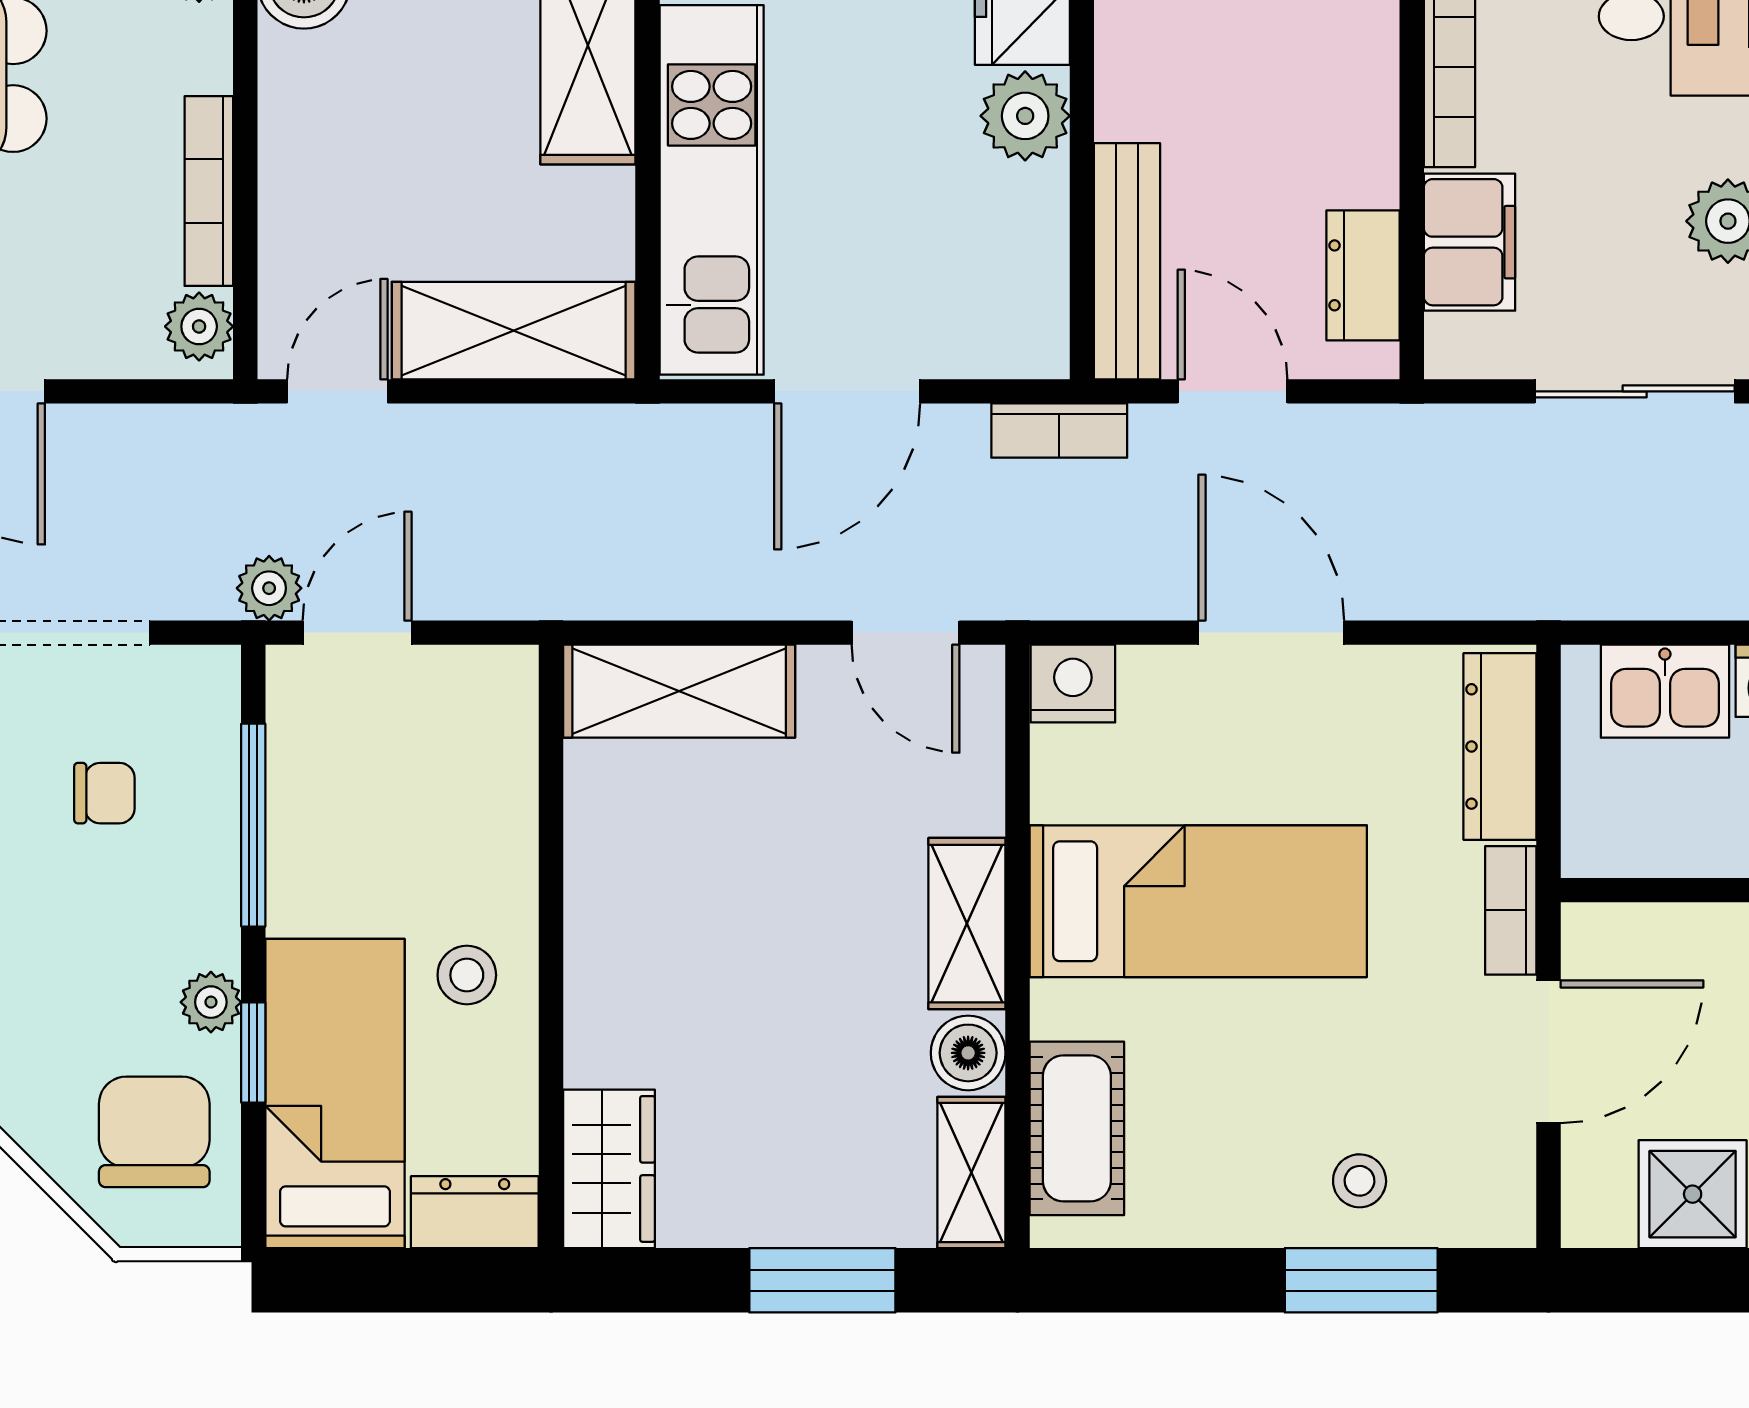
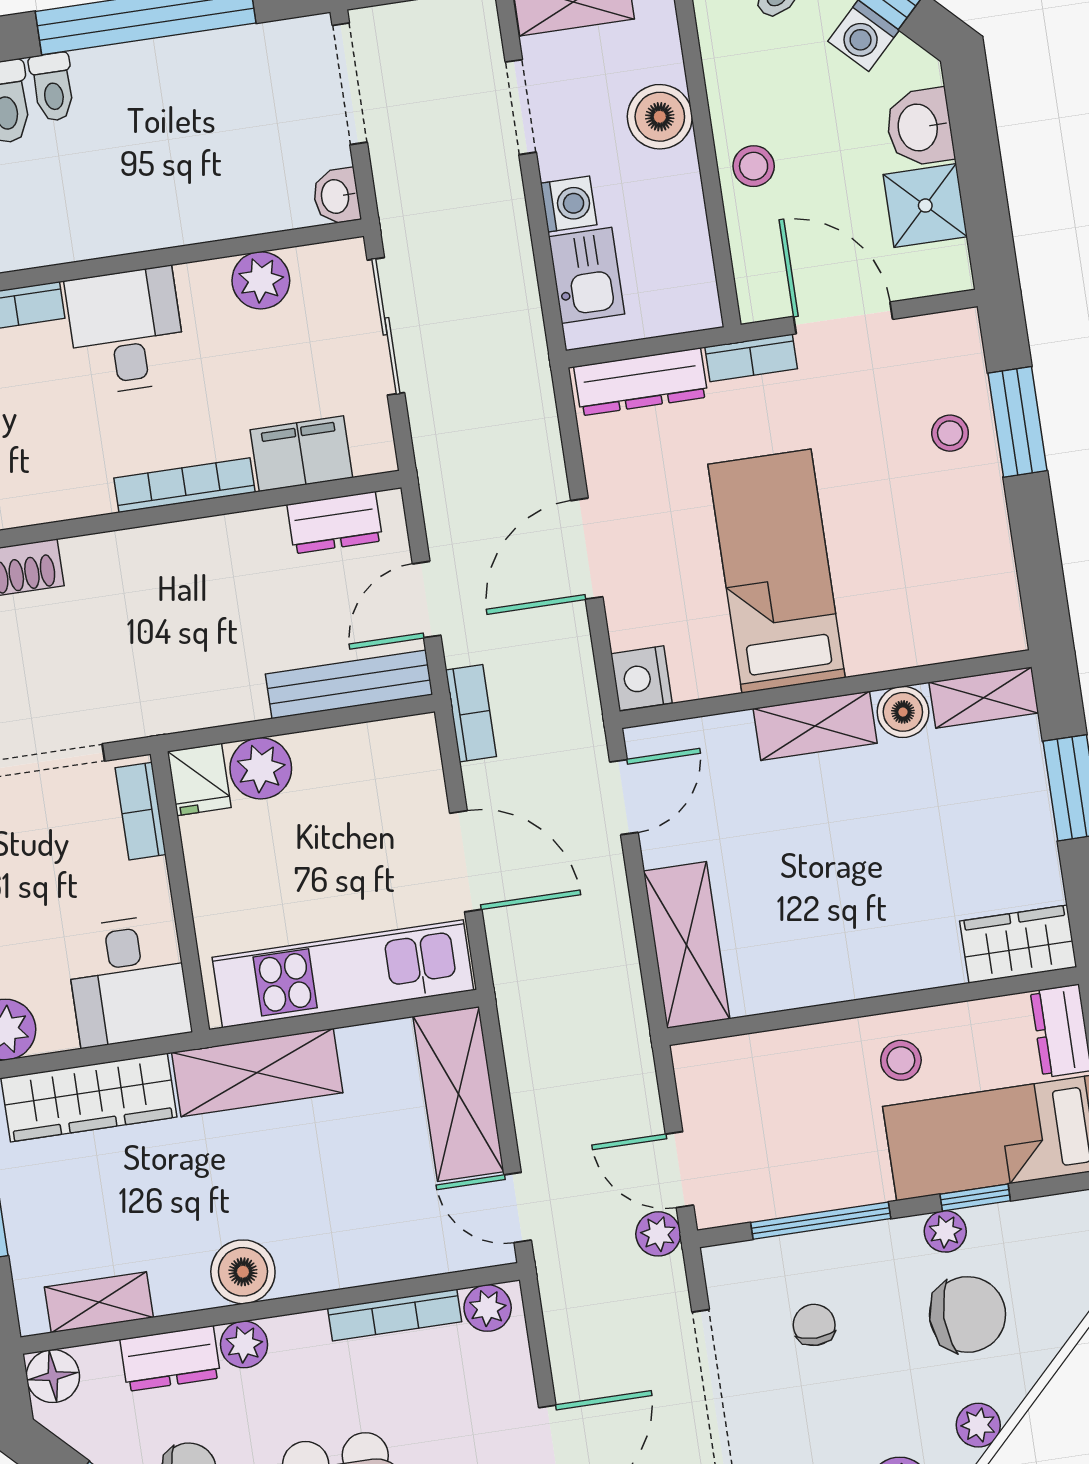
cot: (1077, 1128) -> (943, 630), removed
chair: (154, 1132) -> (968, 1314), moved, turned 180

